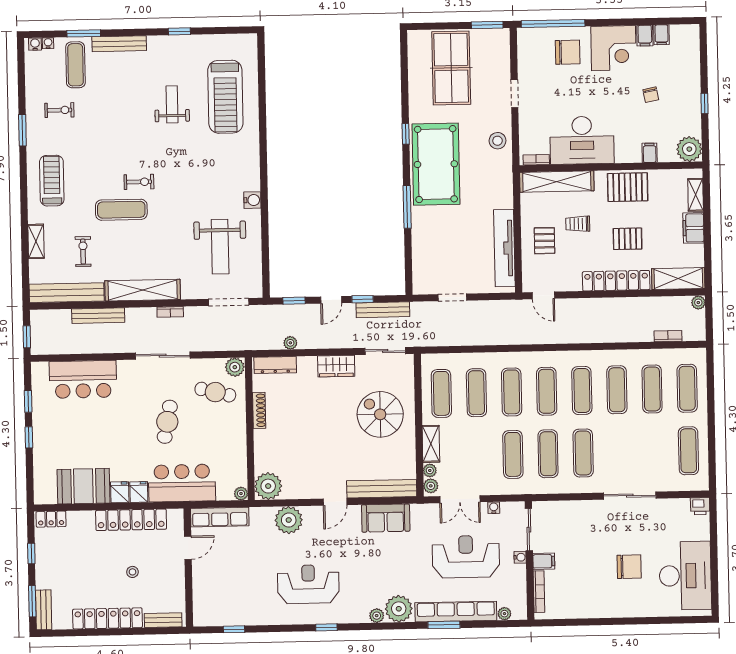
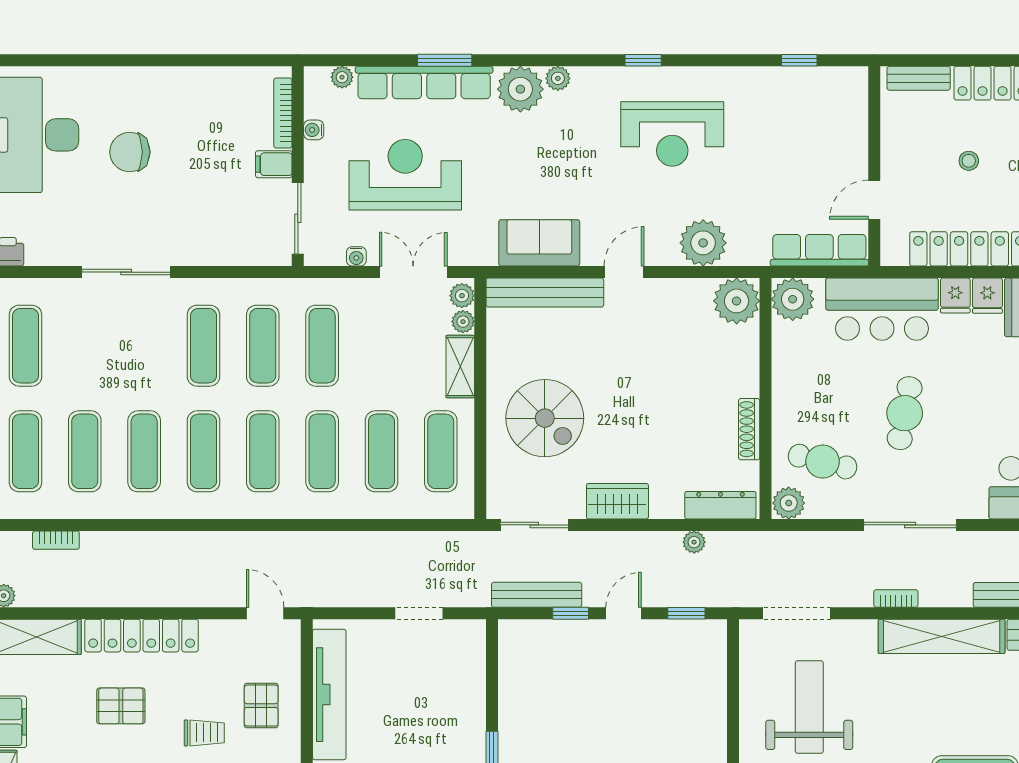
plant: (241, 494) -> (793, 299), width x1.88, depth x1.88
reception desk: (466, 557) -> (405, 175), turned 180
water cooler: (520, 557) -> (314, 130), moved

